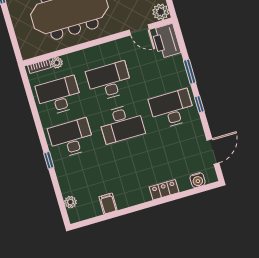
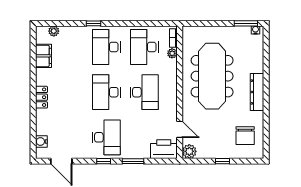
door: (139, 30) -> (180, 129), swing flipped
desk: (59, 96) -> (144, 47), turned 180
desk: (71, 138) -> (106, 47), turned 180
locker: (164, 190) -> (41, 97), moved
filing cabinet: (108, 204) -> (43, 56), width x2.00

